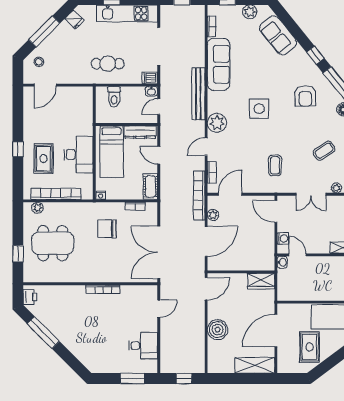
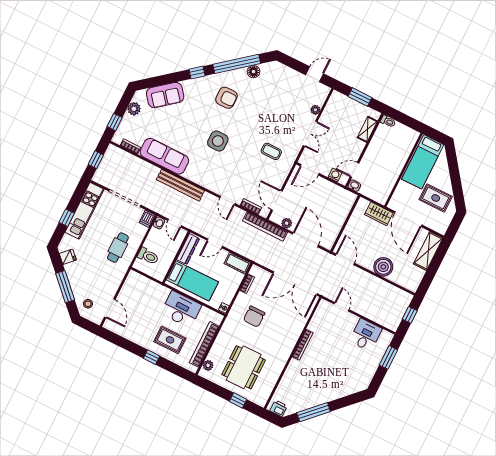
plant: (217, 123) -> (212, 182), removed
coffee table: (324, 151) -> (280, 105), removed
wardrobe: (261, 281) -> (379, 214), moved, turned 90

